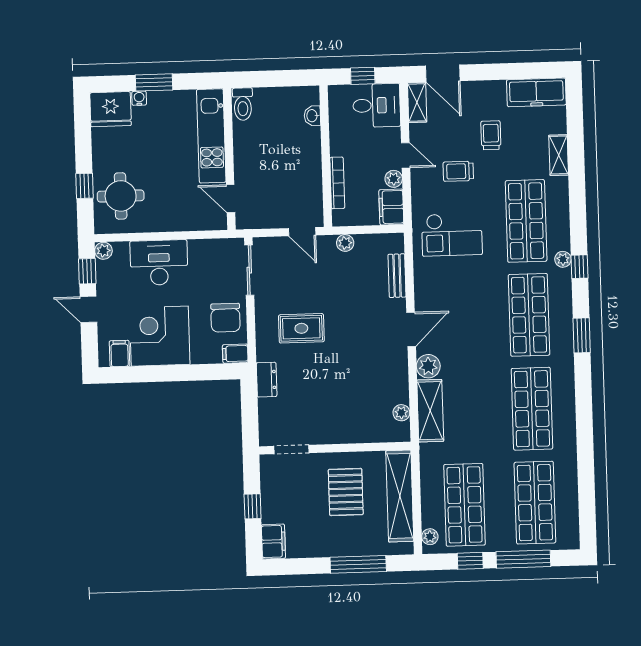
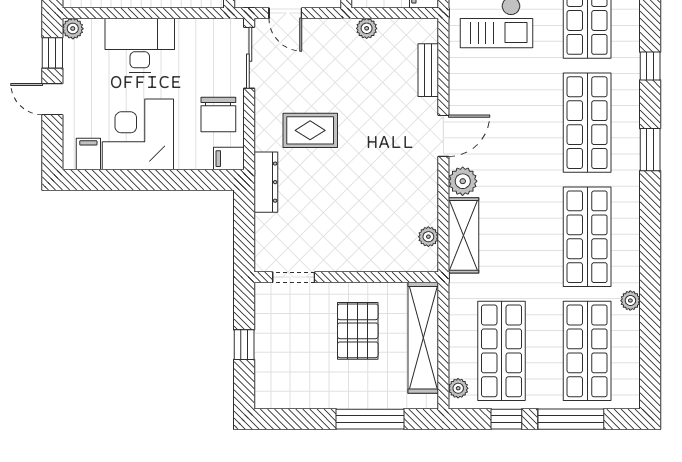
door: (302, 232) -> (285, 13), moved
plant: (563, 259) -> (630, 301), moved
dresser: (267, 380) -> (266, 182), width x1.44
filing cabinet: (273, 541) -> (268, 388), removed

